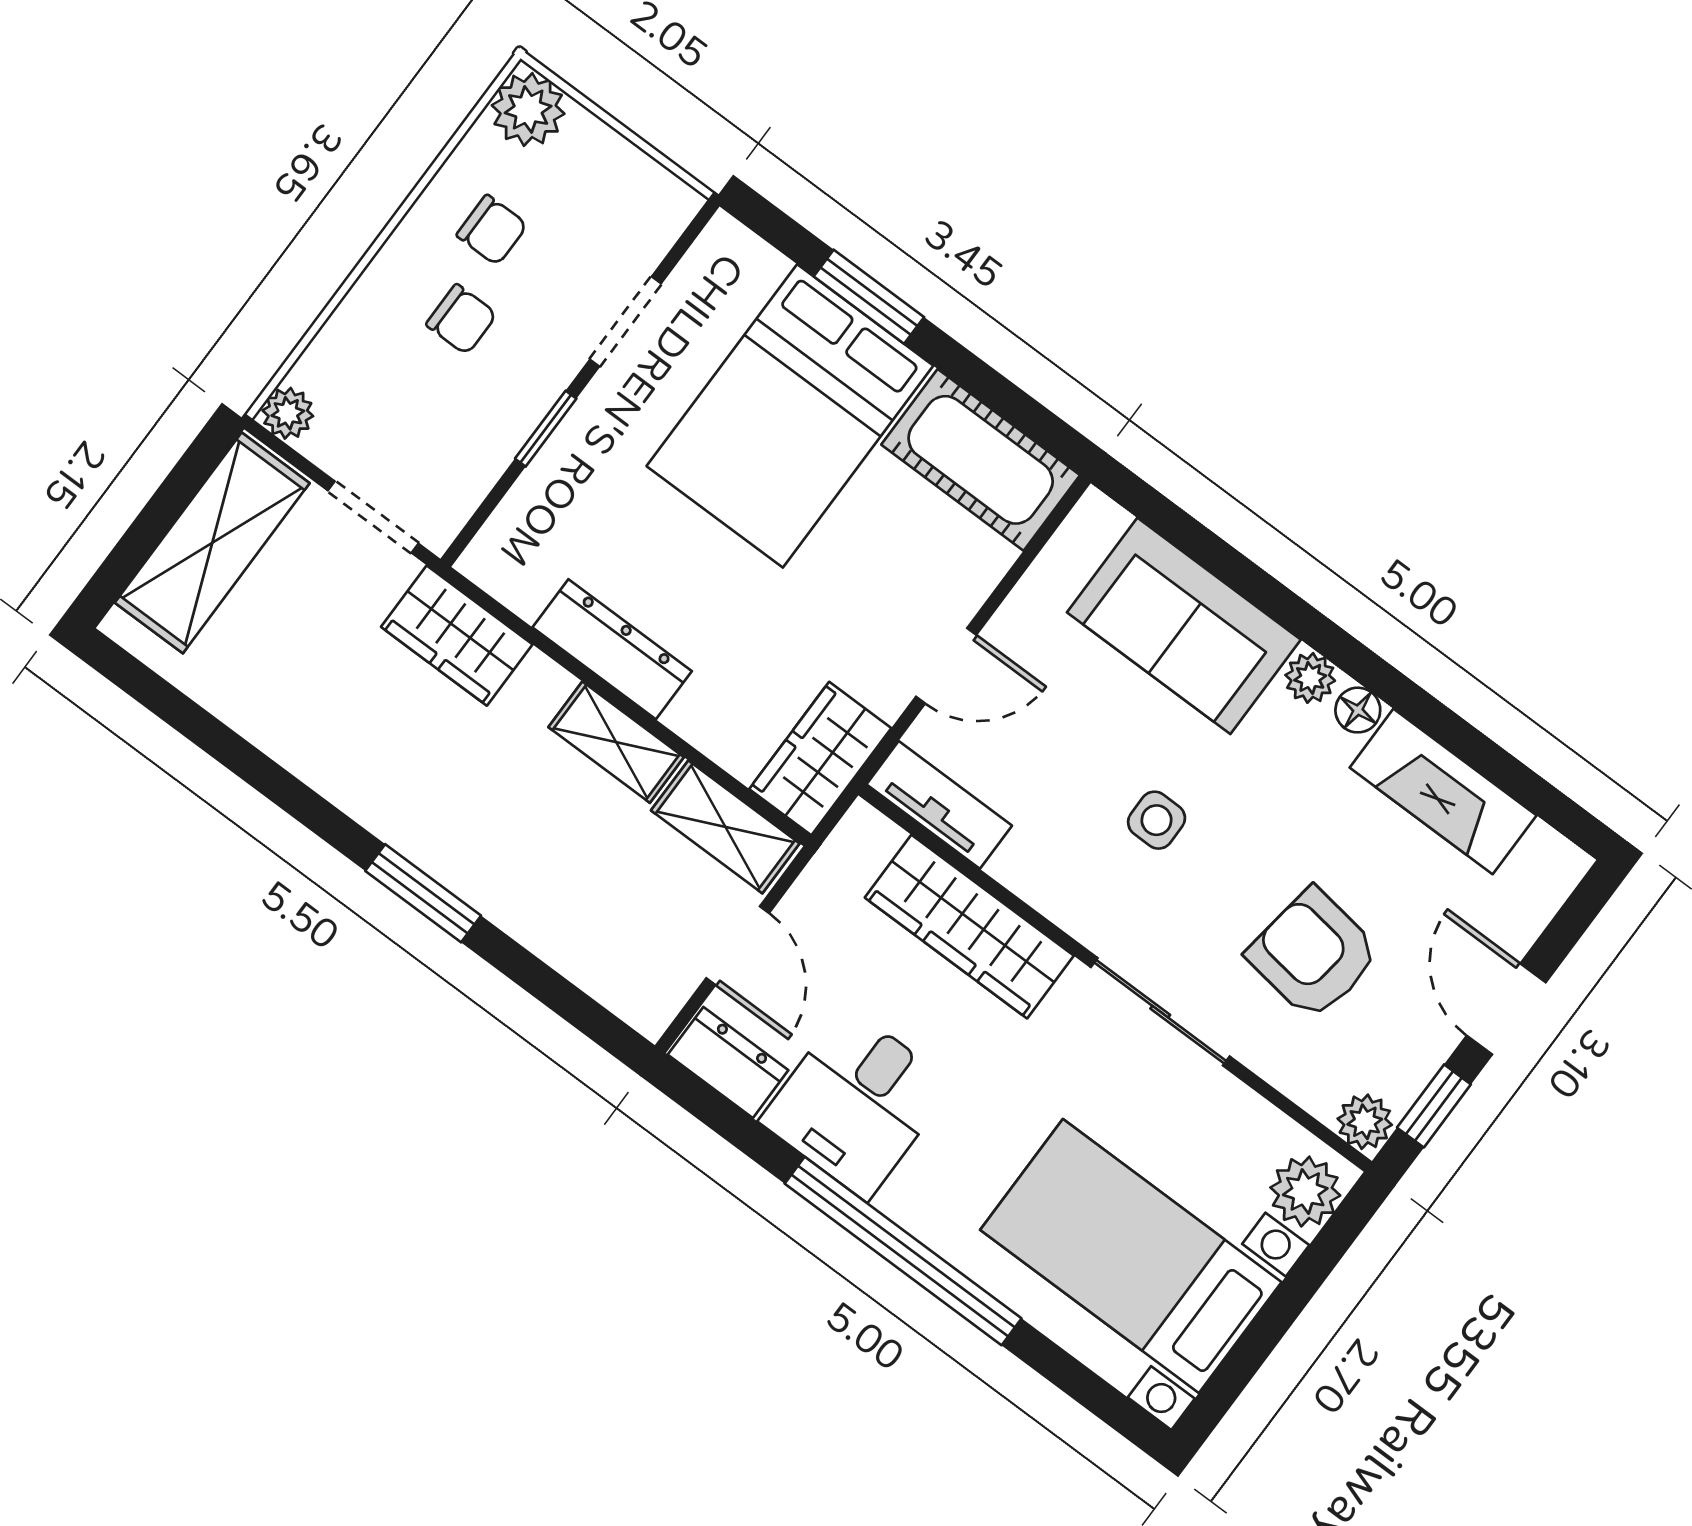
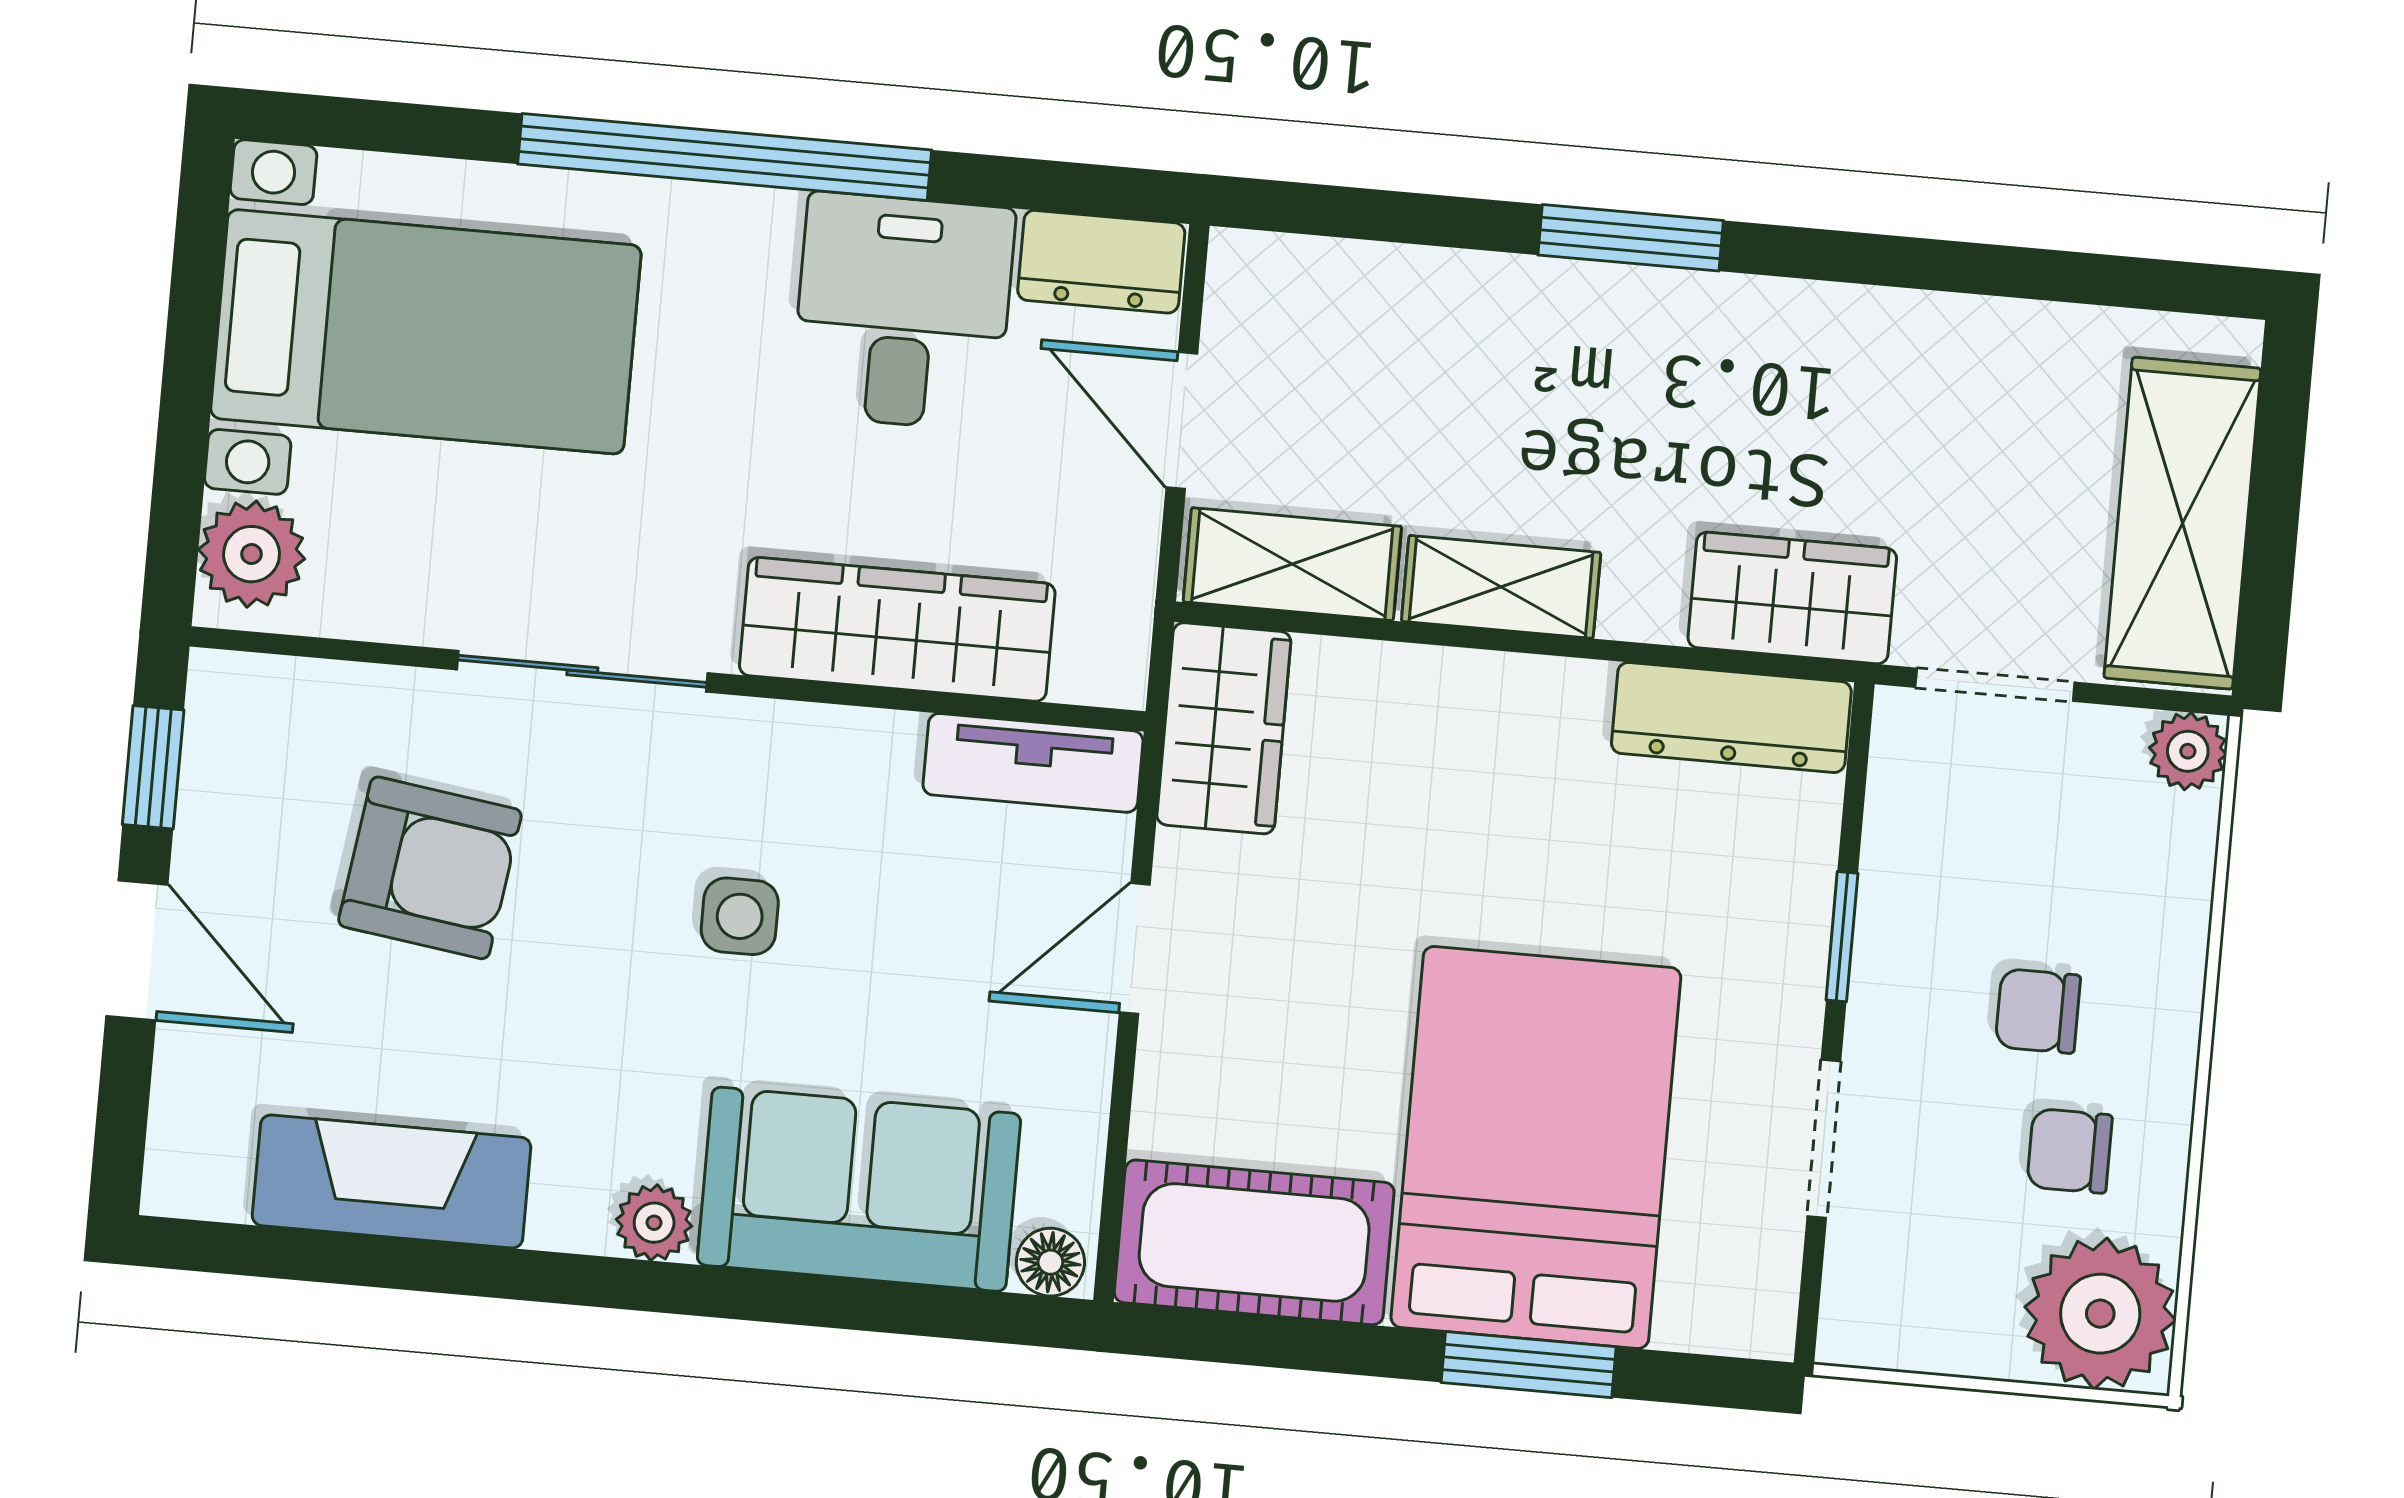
plant: (528, 109) -> (2100, 1314), width x1.36, depth x1.36
dresser: (612, 649) -> (1731, 717), moved
floor lamp: (1358, 710) -> (1050, 1262), moved
plant: (1365, 1122) -> (230, 692), removed

